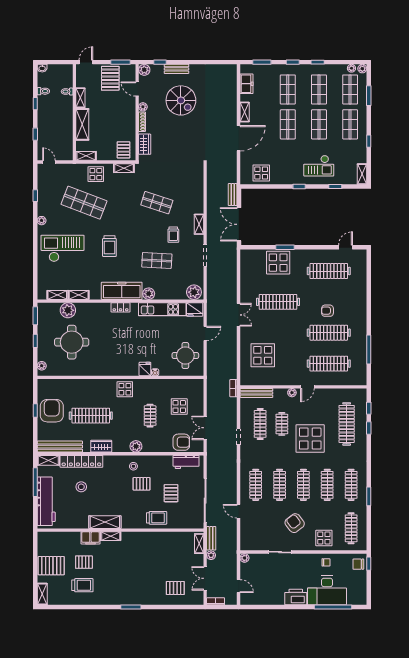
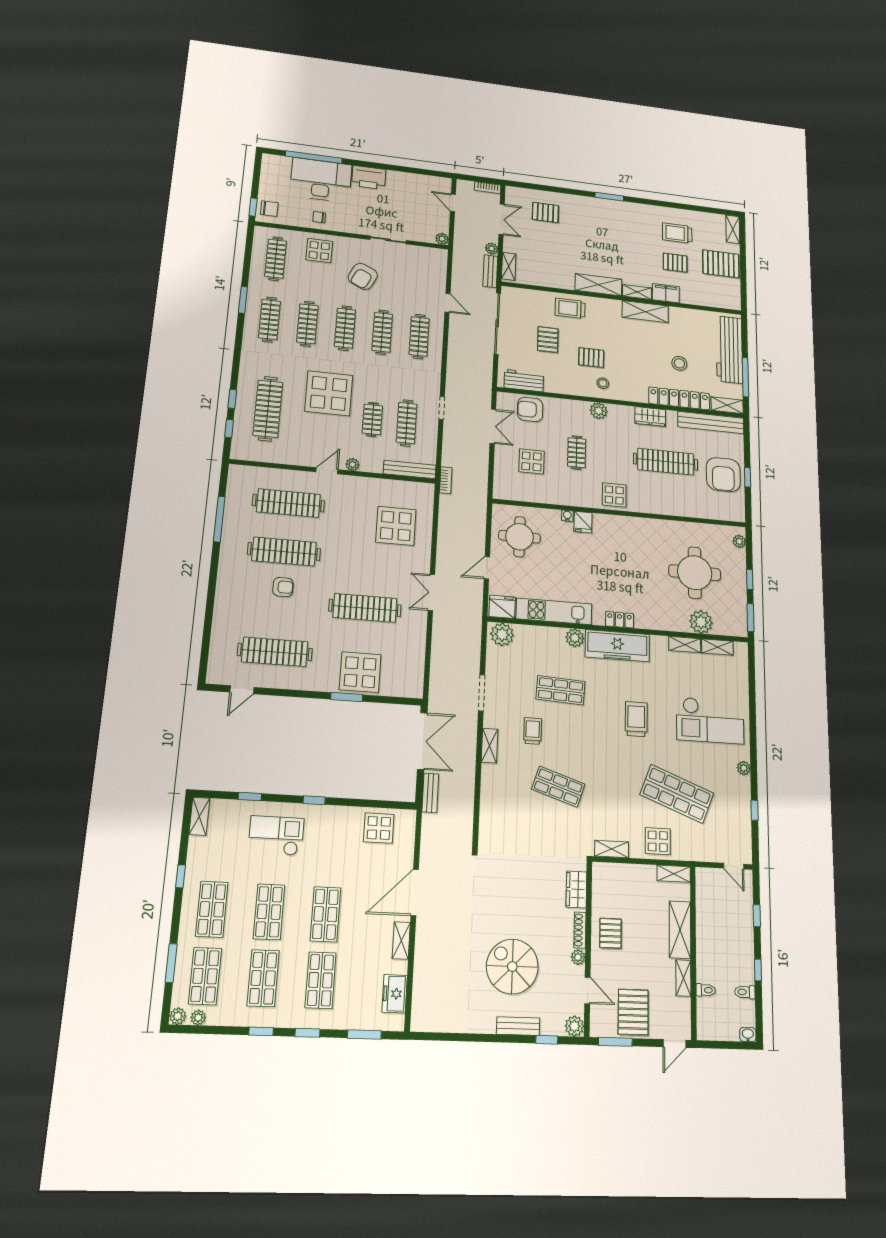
pallet: (123, 150) -> (610, 933), moved
armchair: (295, 523) -> (363, 276), turned 62
shelving: (137, 538) -> (598, 285), added

